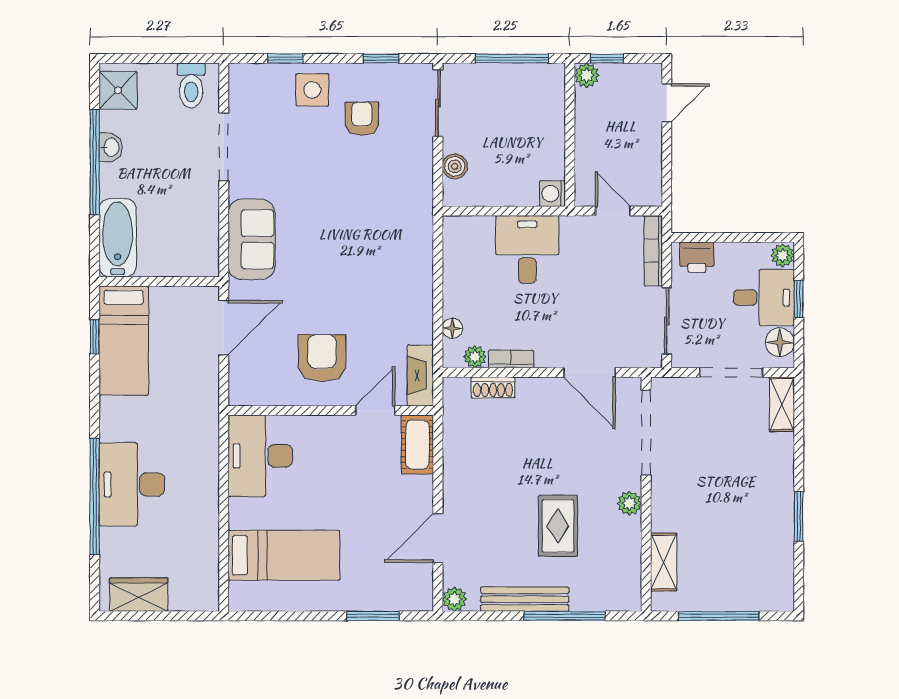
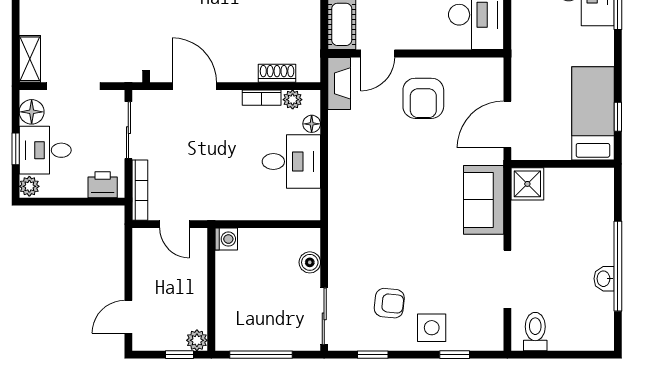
shower: (118, 90) -> (527, 184), moved
armchair: (362, 119) -> (389, 303), turned -84
bathtub: (118, 238) -> (598, 201), removed
desk: (527, 249) -> (291, 162), moved, turned -90

